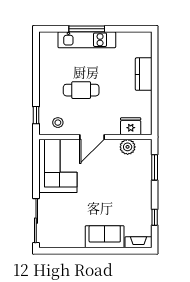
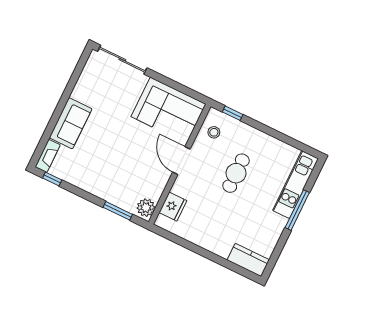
kitchen unit: (87, 40) -> (296, 185), moved
kitchen counter: (144, 74) -> (248, 260), moved
plant: (128, 147) -> (146, 208), moved
window: (155, 217) -> (52, 179), moved

